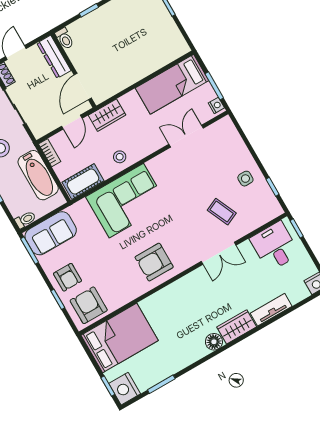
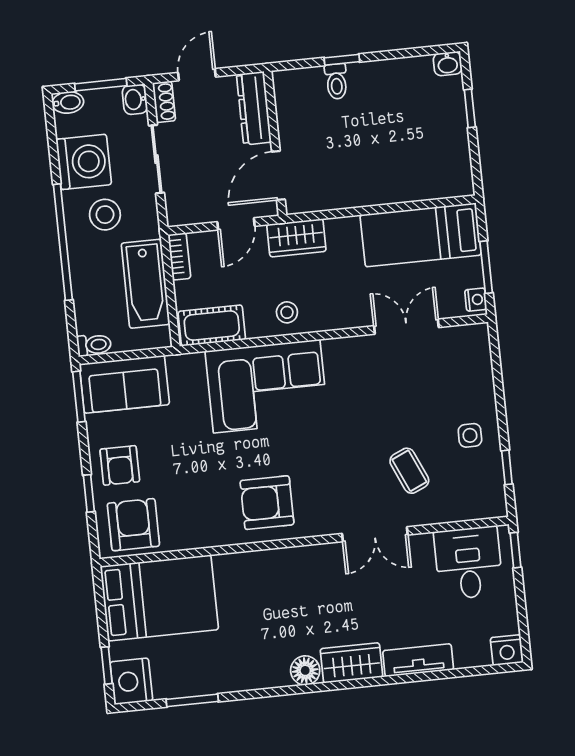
toilet: (65, 38) -> (336, 81), moved

